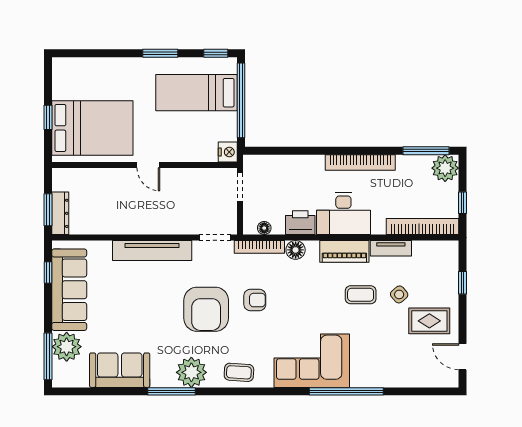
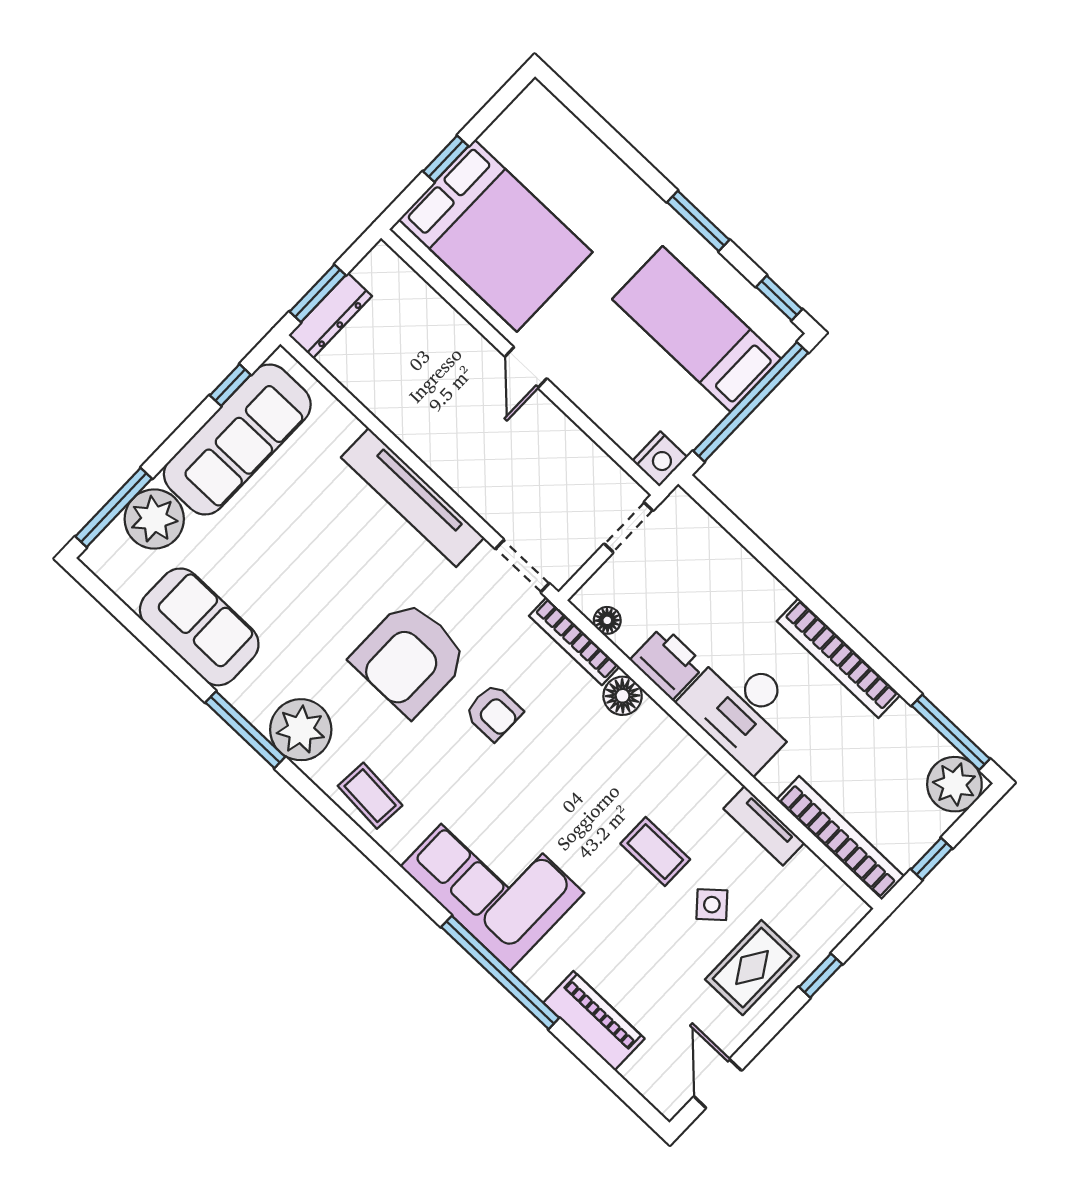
piano: (344, 251) -> (594, 1021), moved, turned 180
rug: (429, 321) -> (752, 968), moved, turned 90

